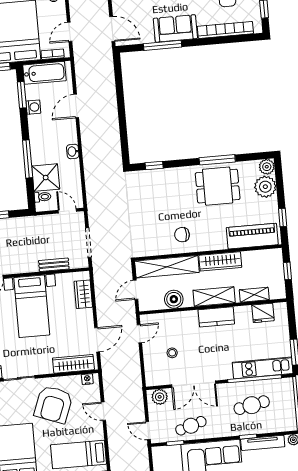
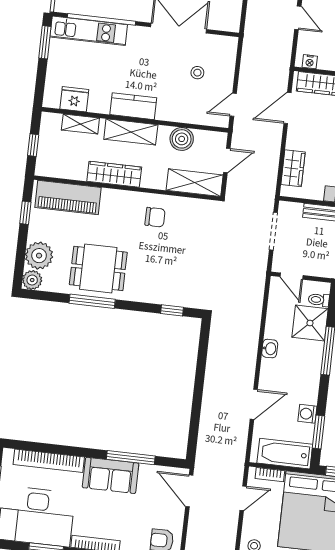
shelving: (167, 267) -> (195, 183), width x0.68
plant: (160, 397) -> (224, 21), removed

